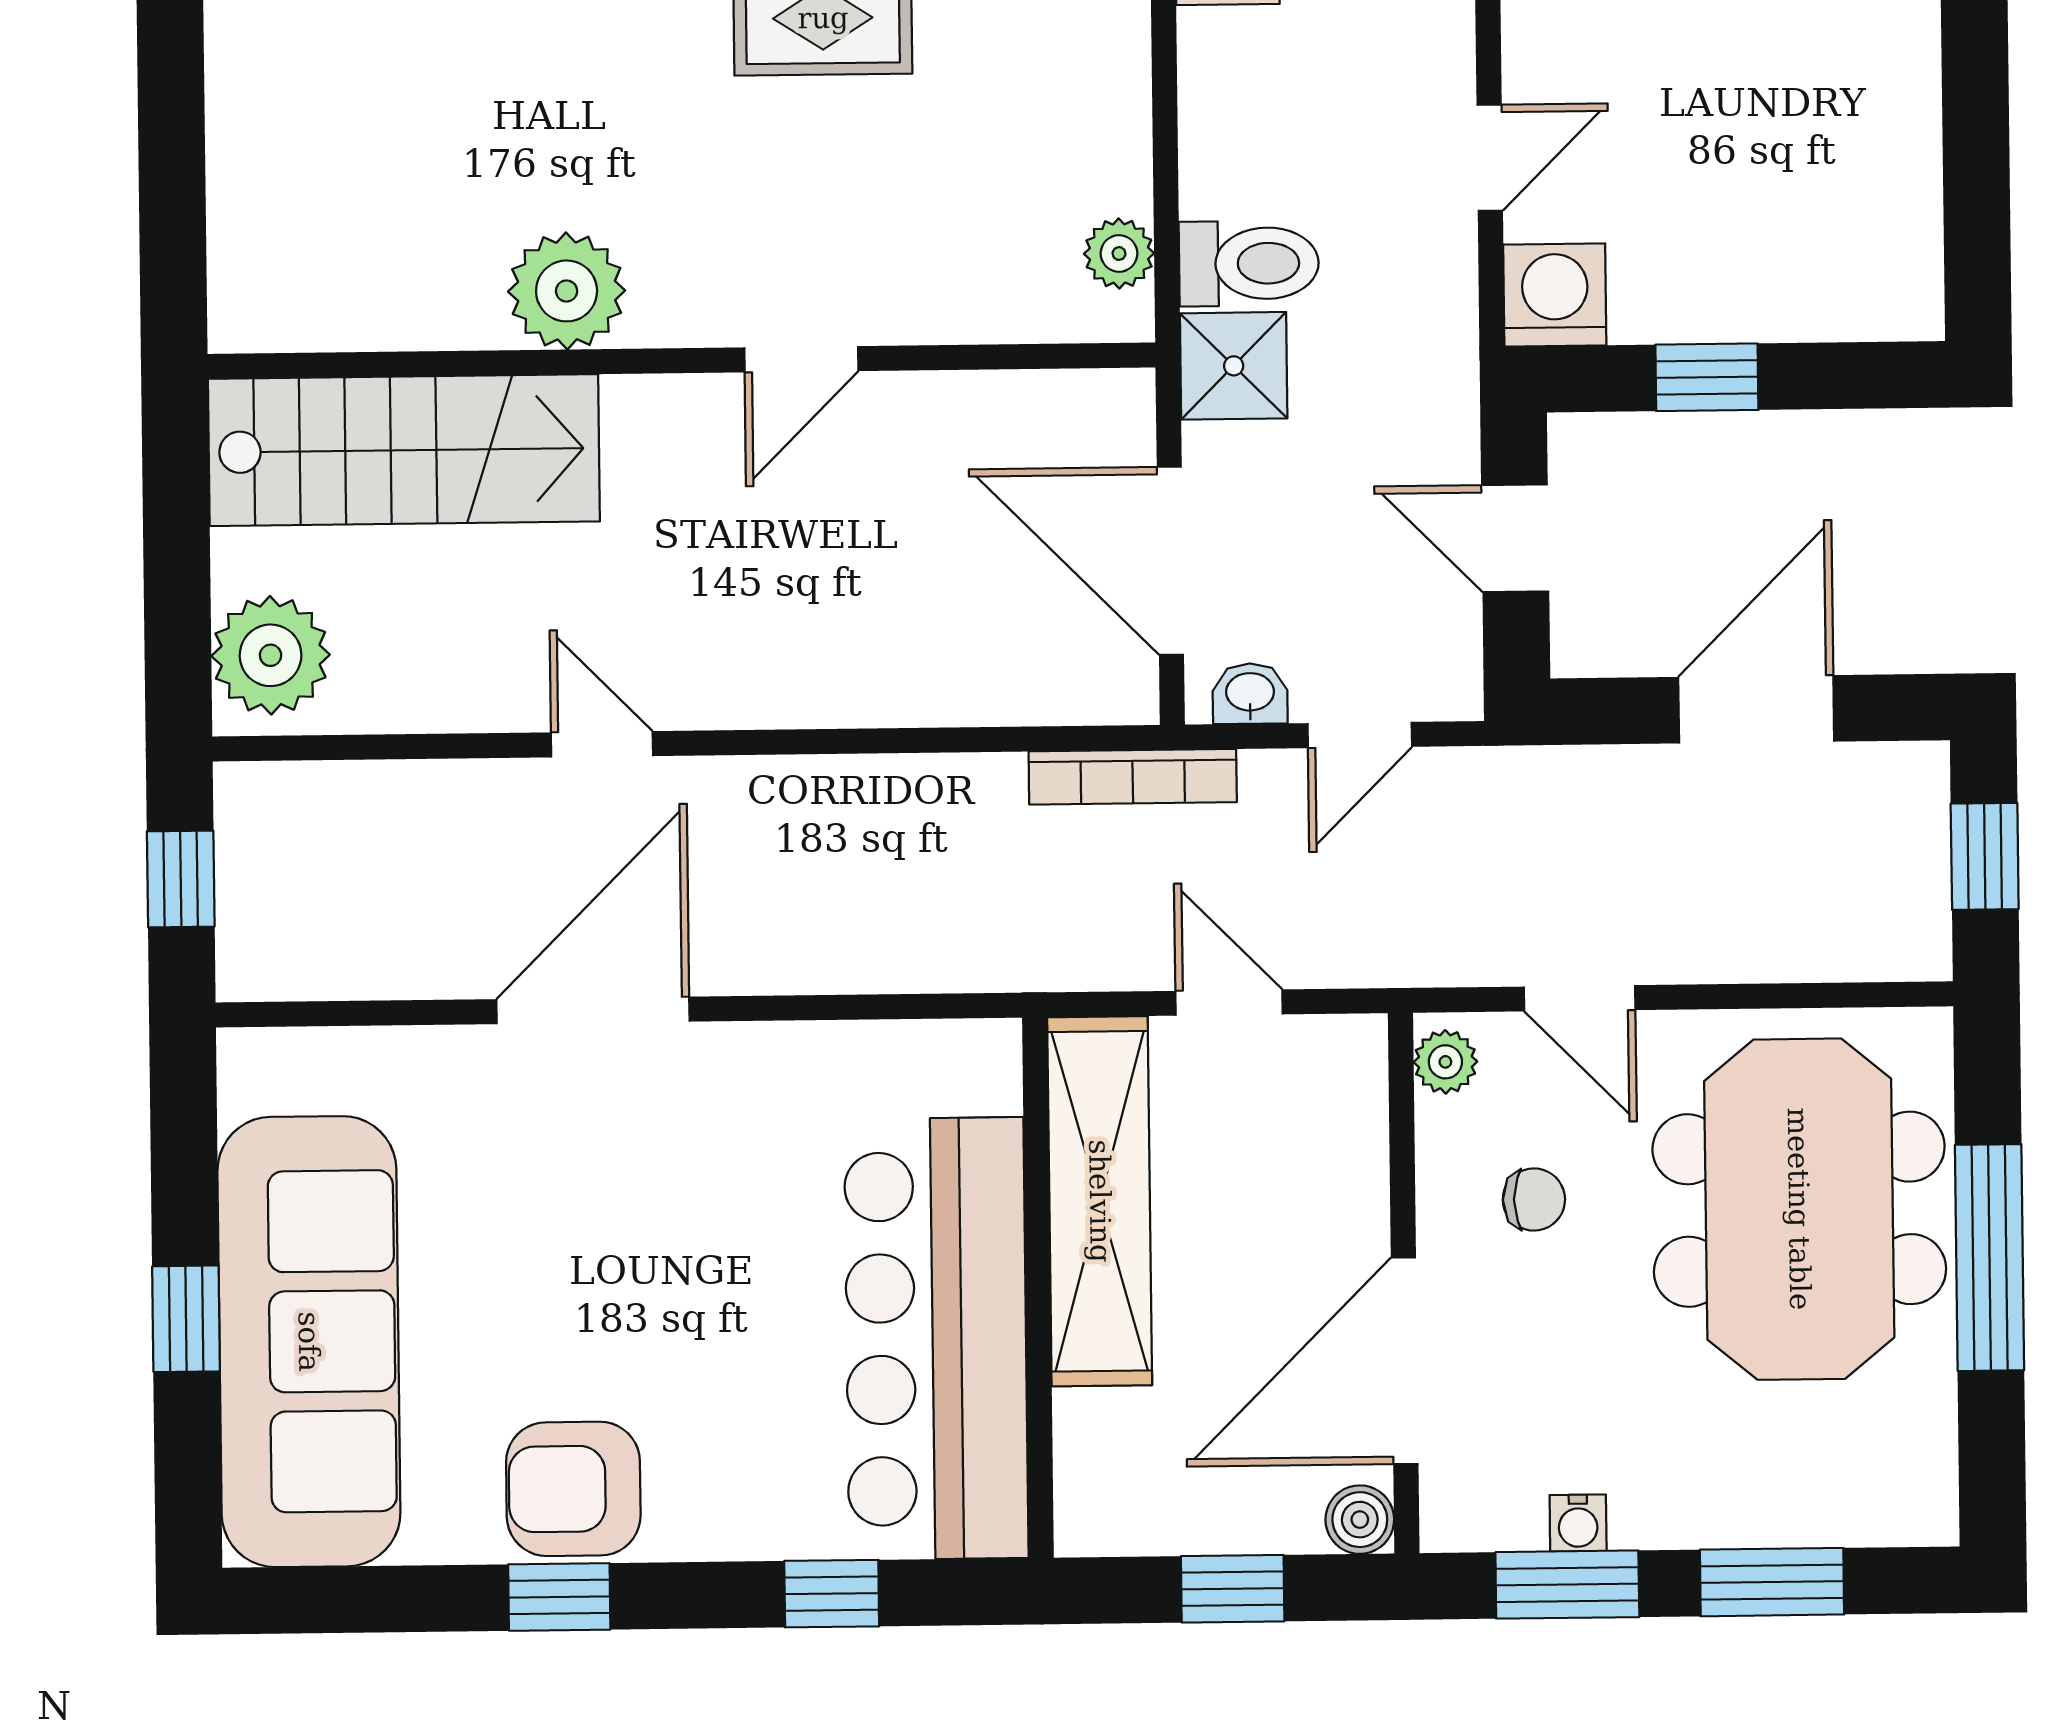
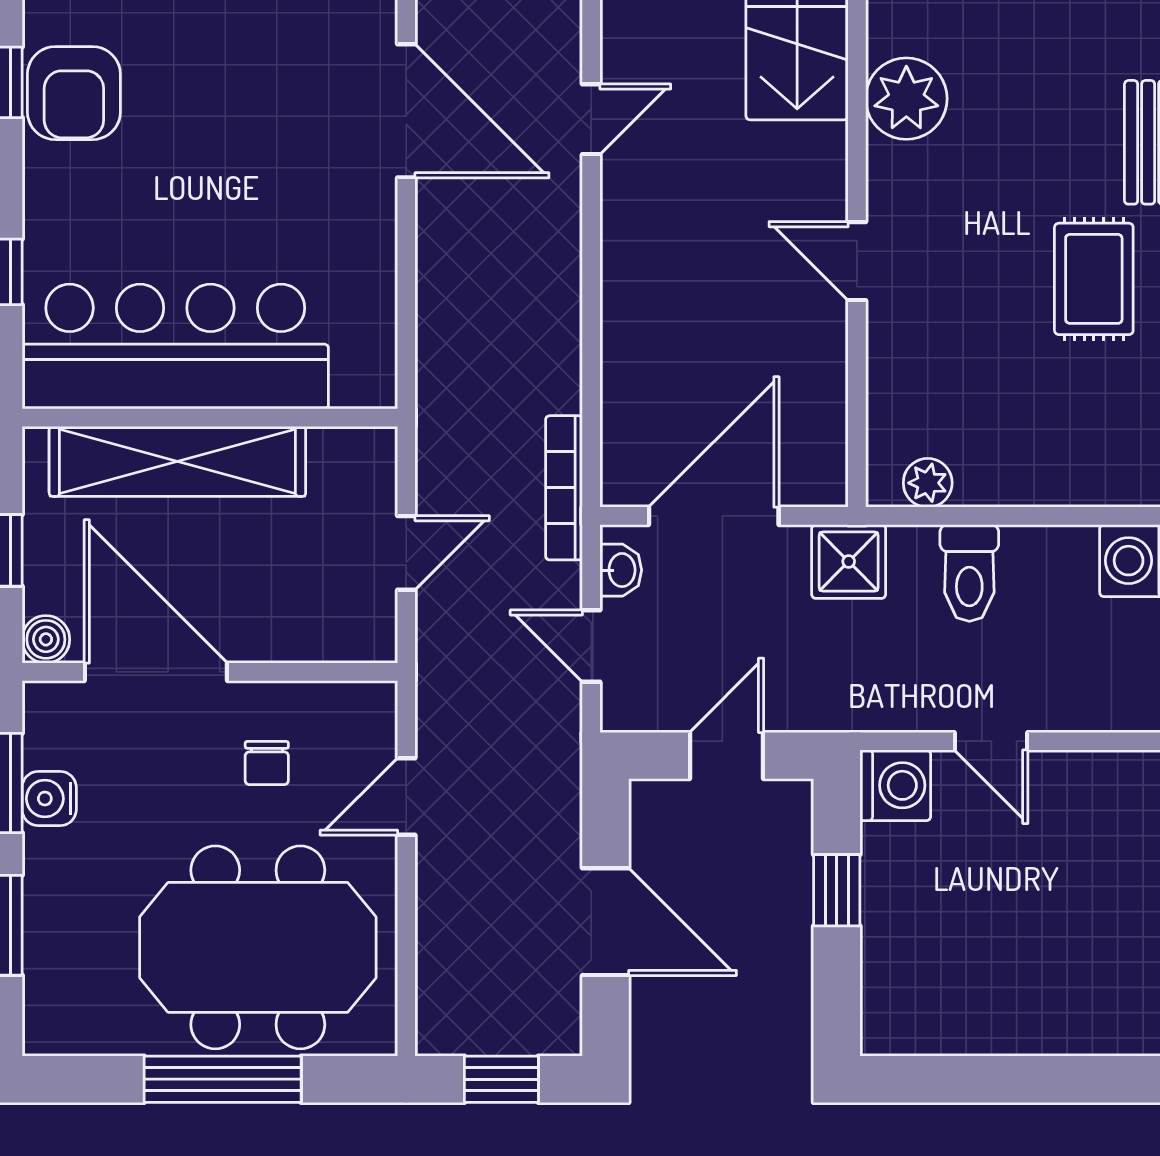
toilet: (1249, 263) -> (969, 573), moved
plant: (1445, 1062) -> (363, 703), removed
shelving: (1100, 1201) -> (177, 461), moved
armchair: (573, 1489) -> (74, 93), turned 180
water cooler: (1578, 1523) -> (49, 799), width x1.38, depth x1.38

